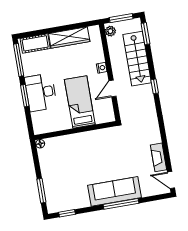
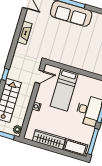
door: (112, 89) -> (39, 77), moved
fireplace: (159, 157) -> (25, 33), moved

